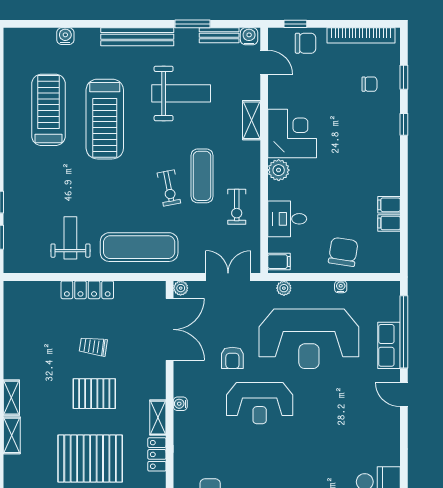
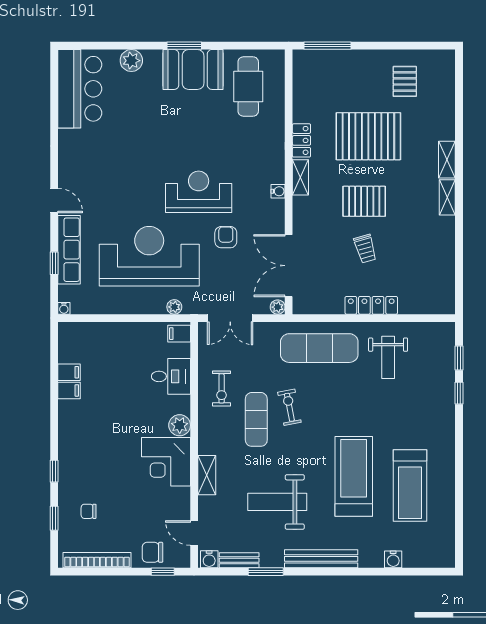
exercise bike: (237, 207) -> (222, 388), turned 180
chair: (343, 252) -> (115, 343), removed
water cooler: (341, 287) -> (64, 308), moved
window: (404, 332) -> (54, 263), width x0.32
row of seats: (389, 345) -> (69, 250), width x1.48
trolley: (93, 346) -> (365, 249), turned 66

